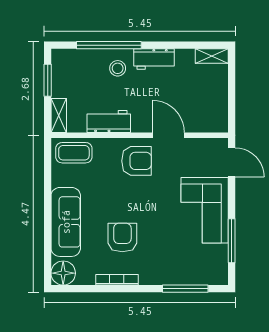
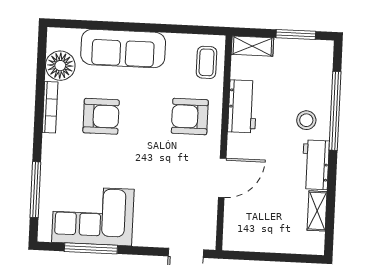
shelving: (212, 56) -> (317, 211), moved
coffee table: (74, 153) -> (207, 62), width x0.73, depth x0.77
armchair: (137, 161) -> (190, 117), moved, turned 90
corner sofa: (205, 210) -> (93, 216), moved
floor lamp: (63, 273) -> (60, 66), moved

